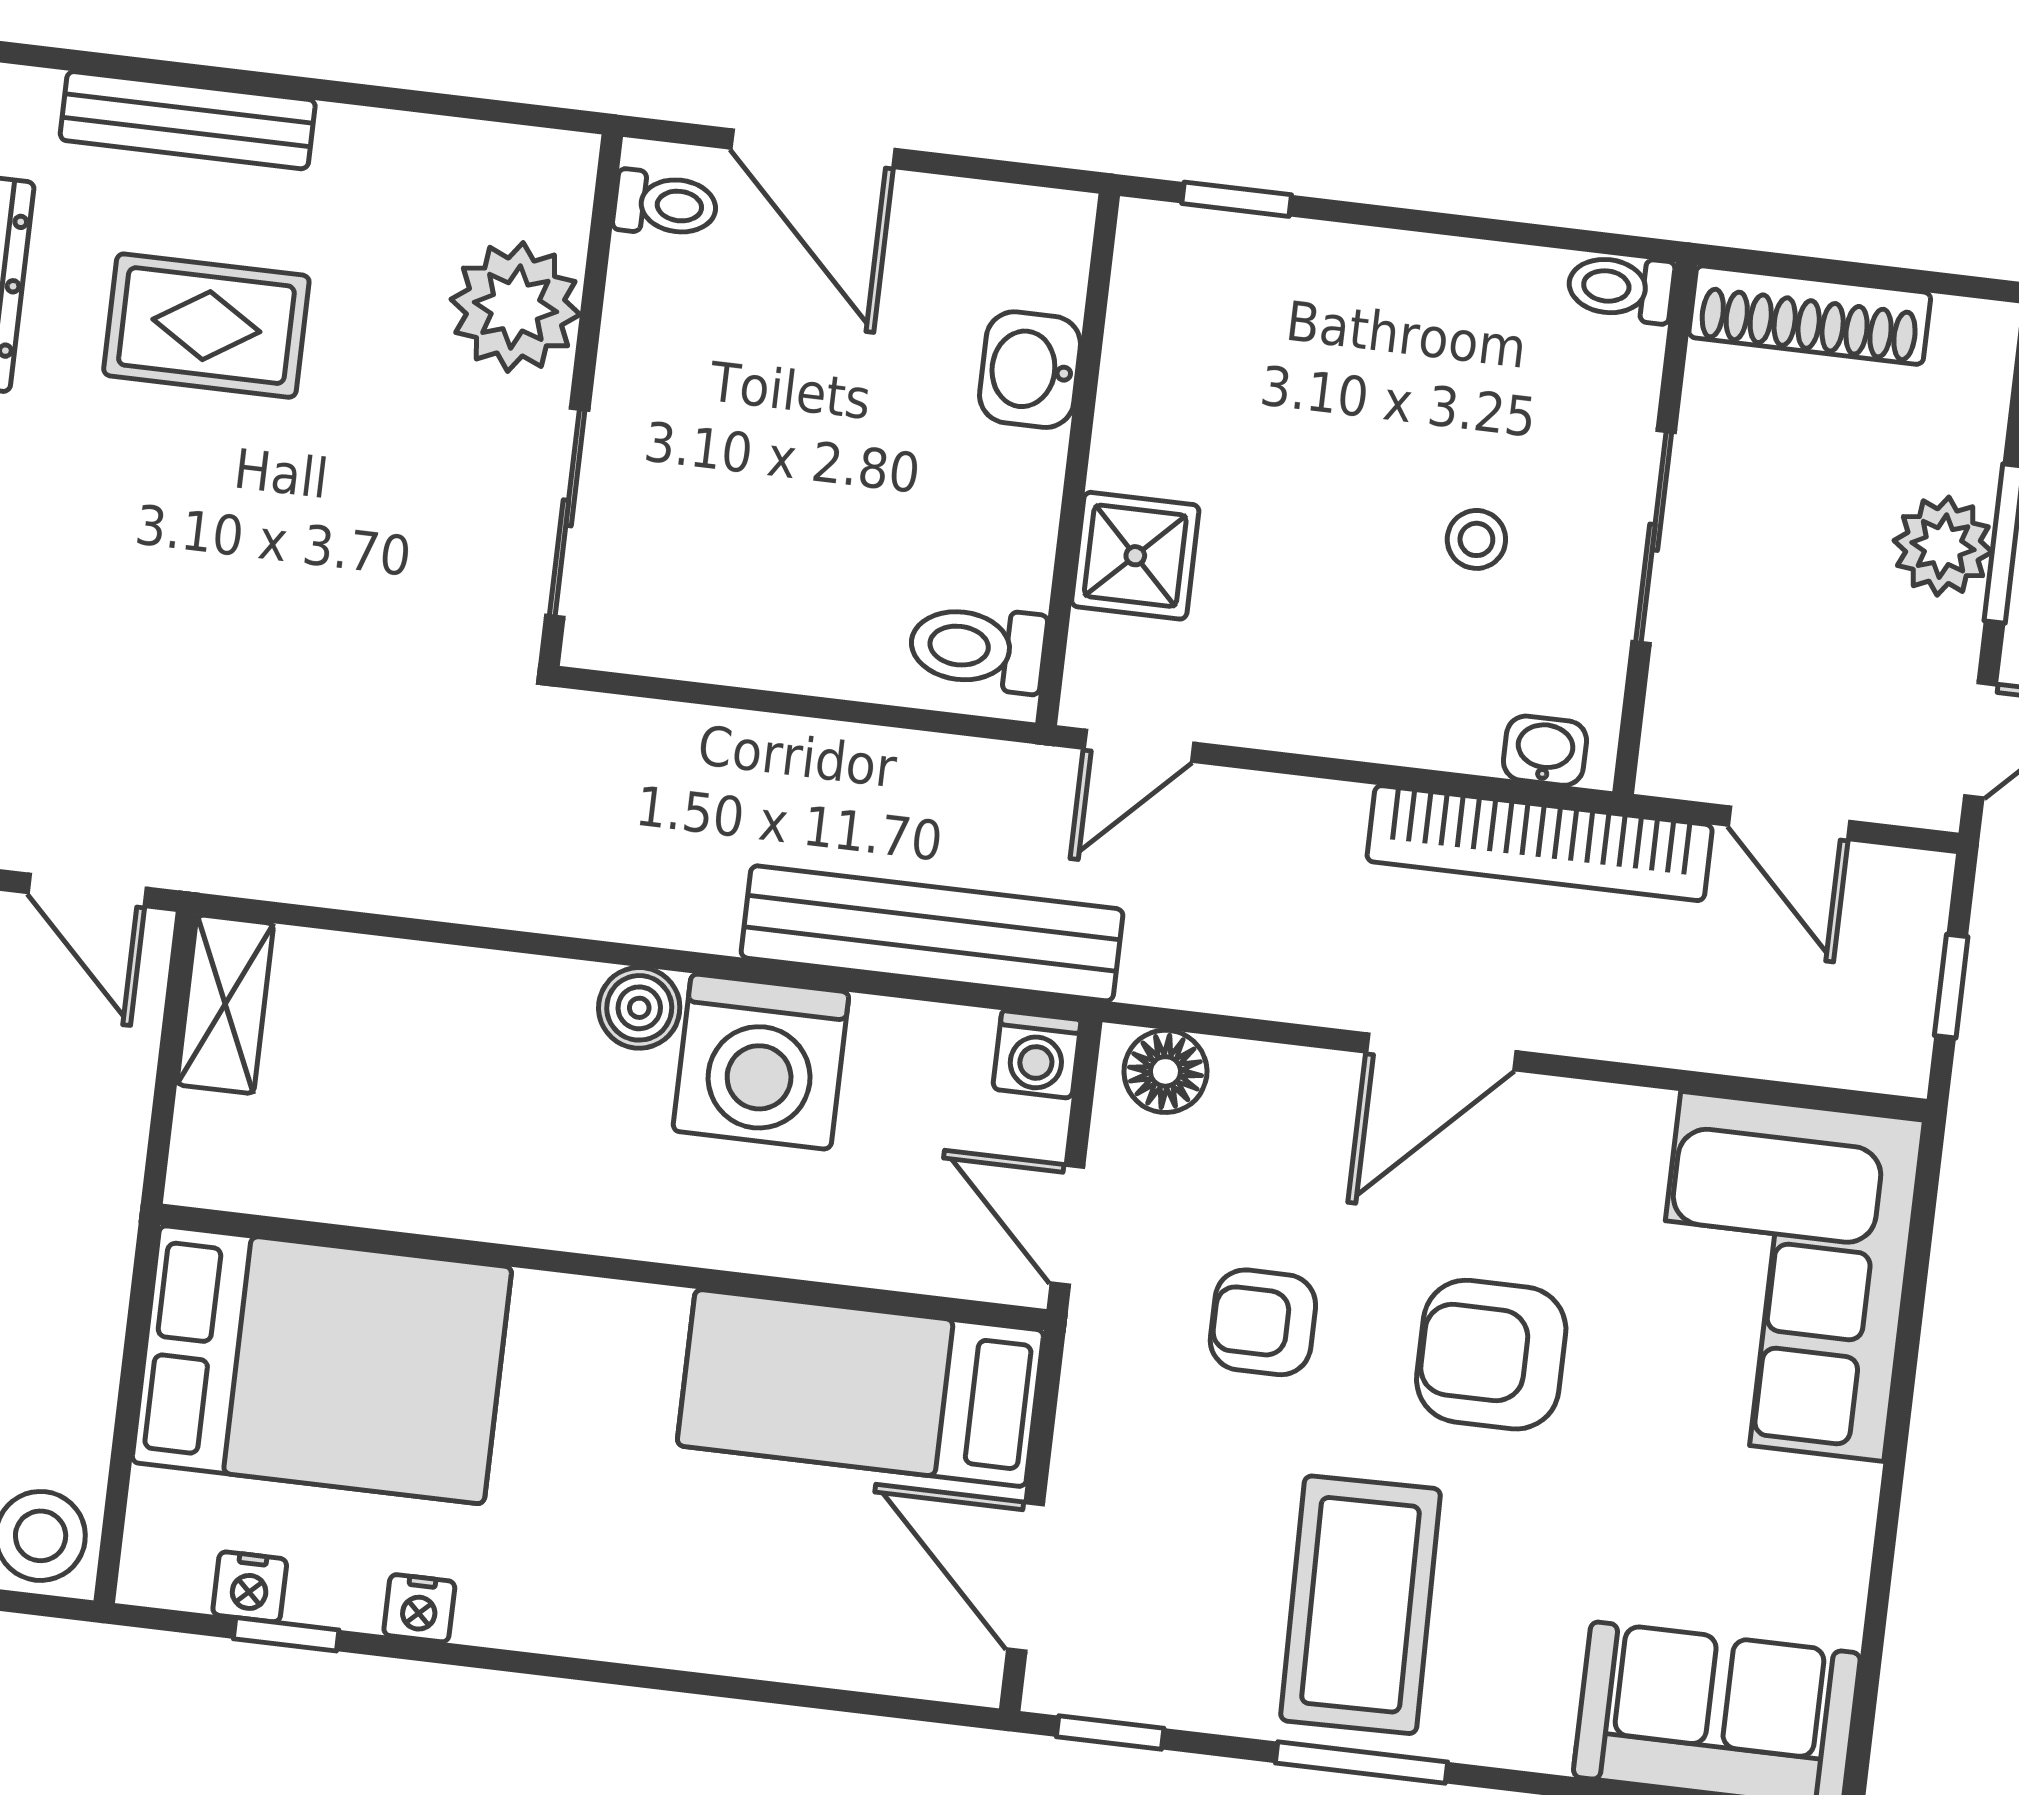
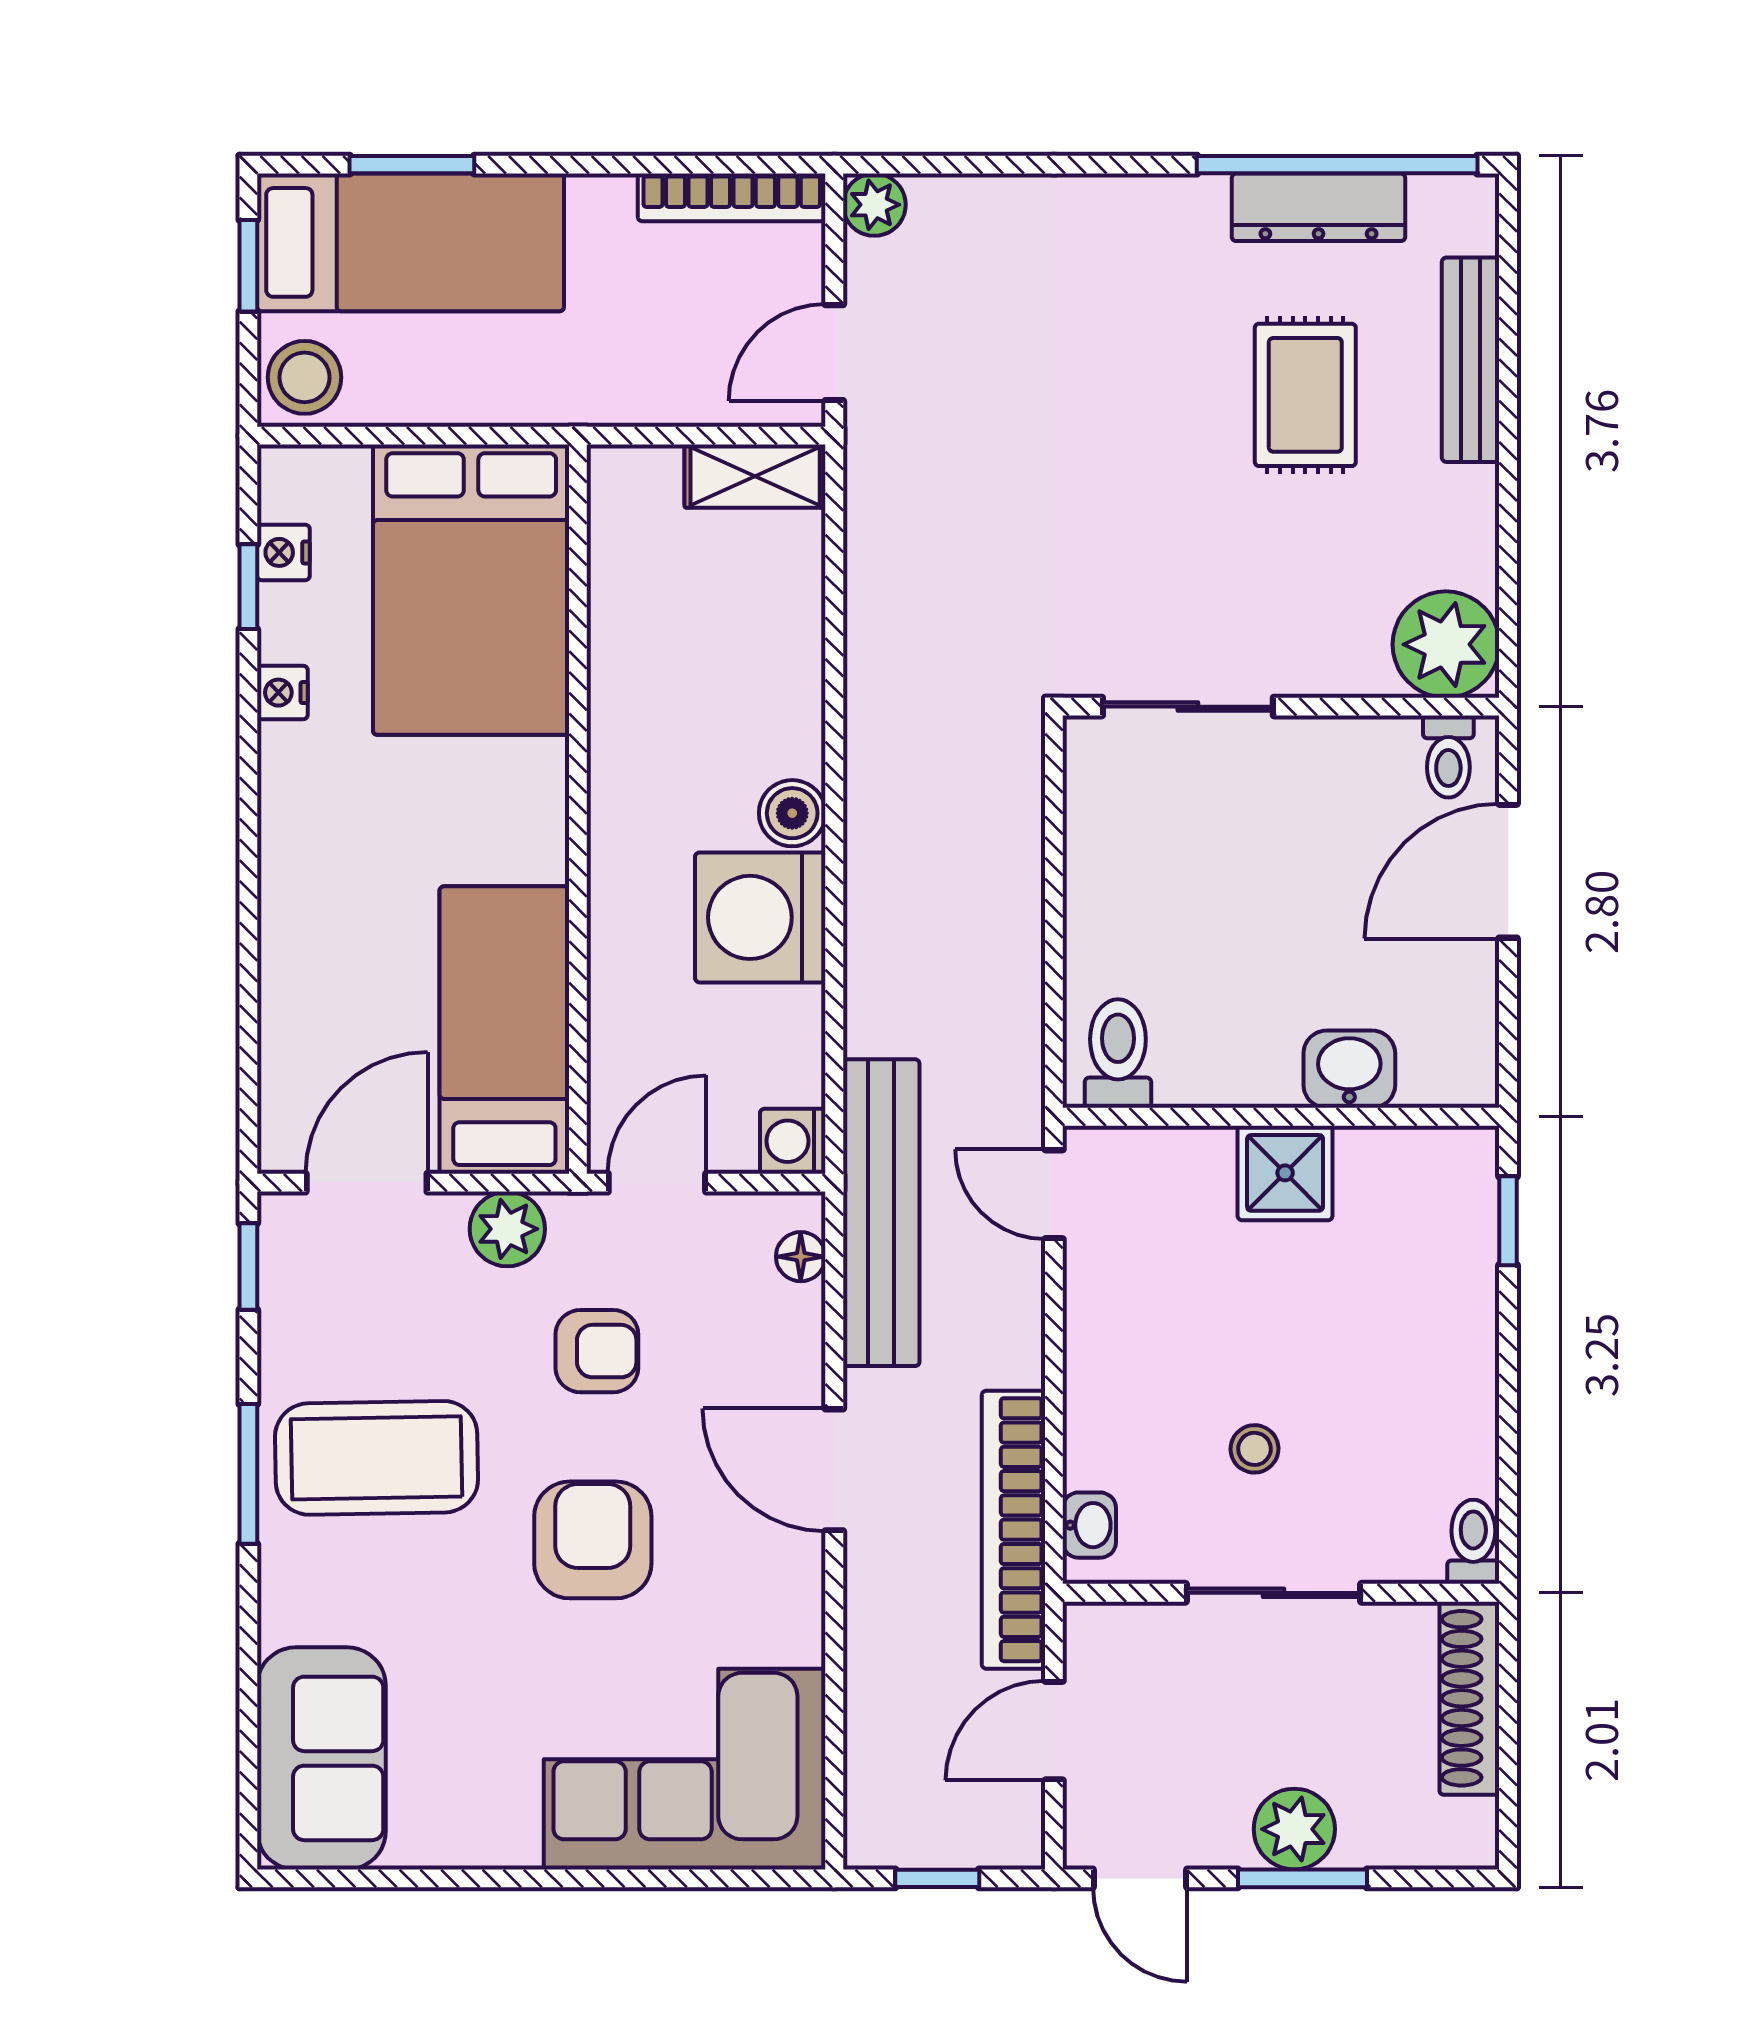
plant: (515, 307) -> (1446, 644), moved
shower: (1135, 556) -> (1285, 1173), moved
bench: (932, 933) -> (881, 1213), moved
floor lamp: (1165, 1071) -> (801, 1257), width x0.73, depth x0.73
armchair: (1263, 1322) -> (597, 1351), turned 90
plant: (1102, 1413) -> (507, 1229), added

